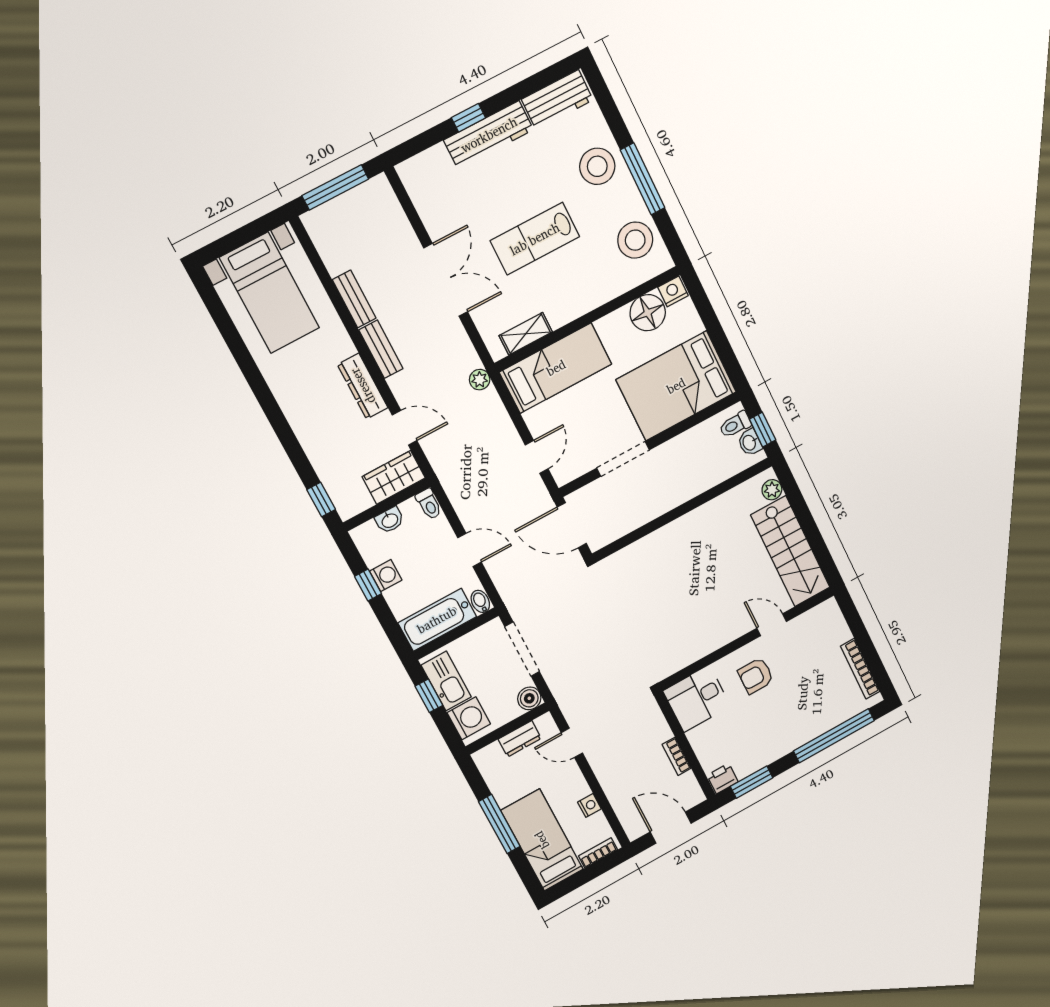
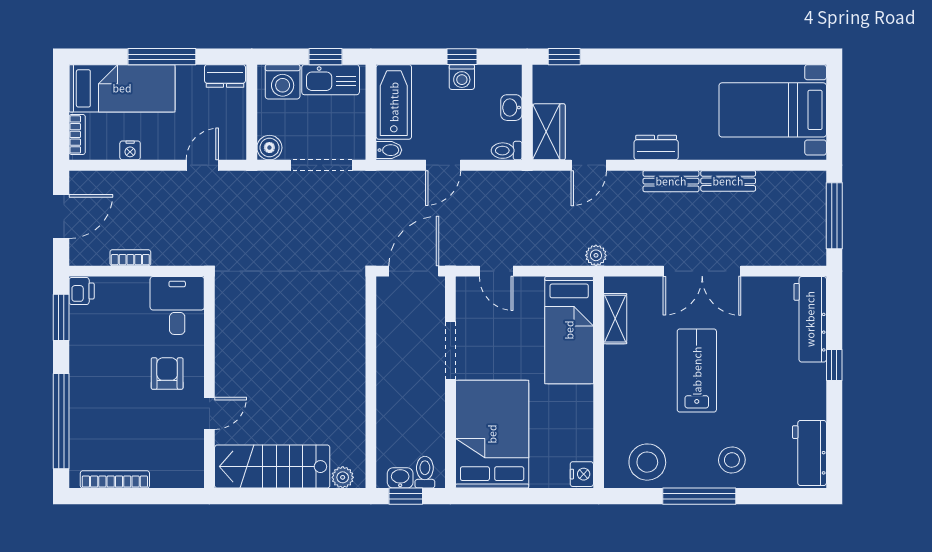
workbench: (489, 135) -> (810, 319), moved
stool: (597, 166) -> (732, 460), width x0.73, depth x0.73
floor lamp: (648, 313) -> (575, 441), removed
dresser: (363, 386) -> (656, 148), width x0.70
dresser: (520, 739) -> (225, 76), moved, turned -90

